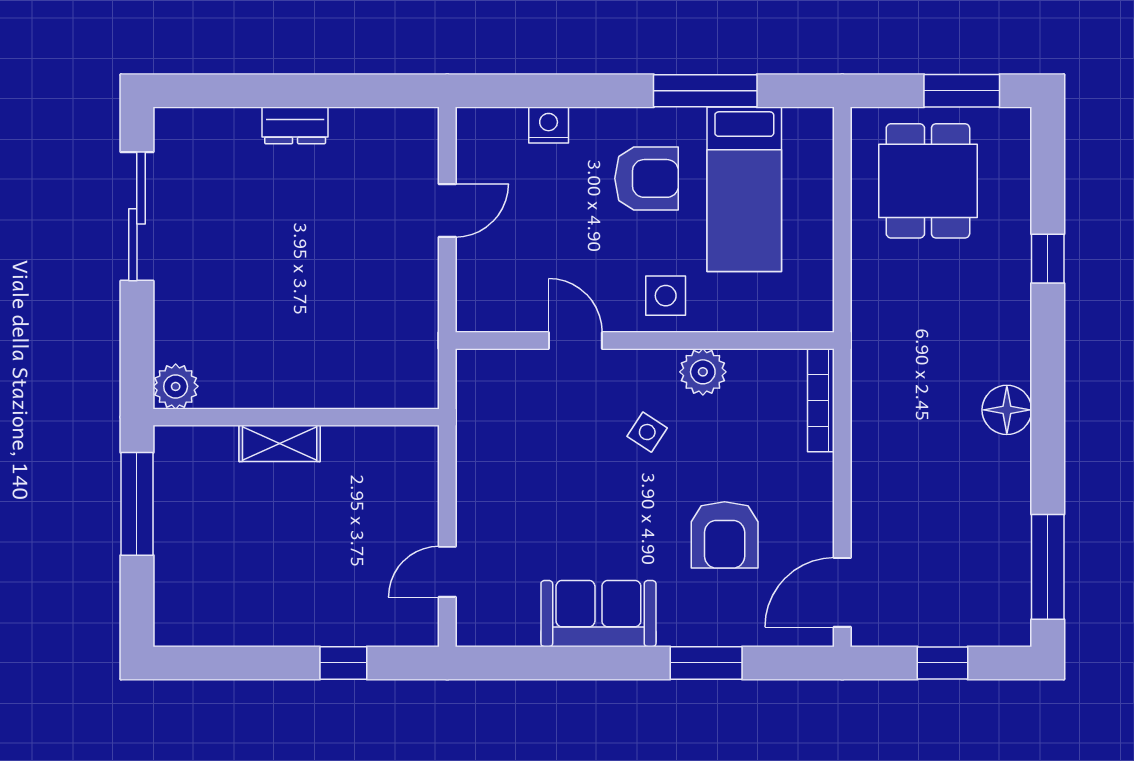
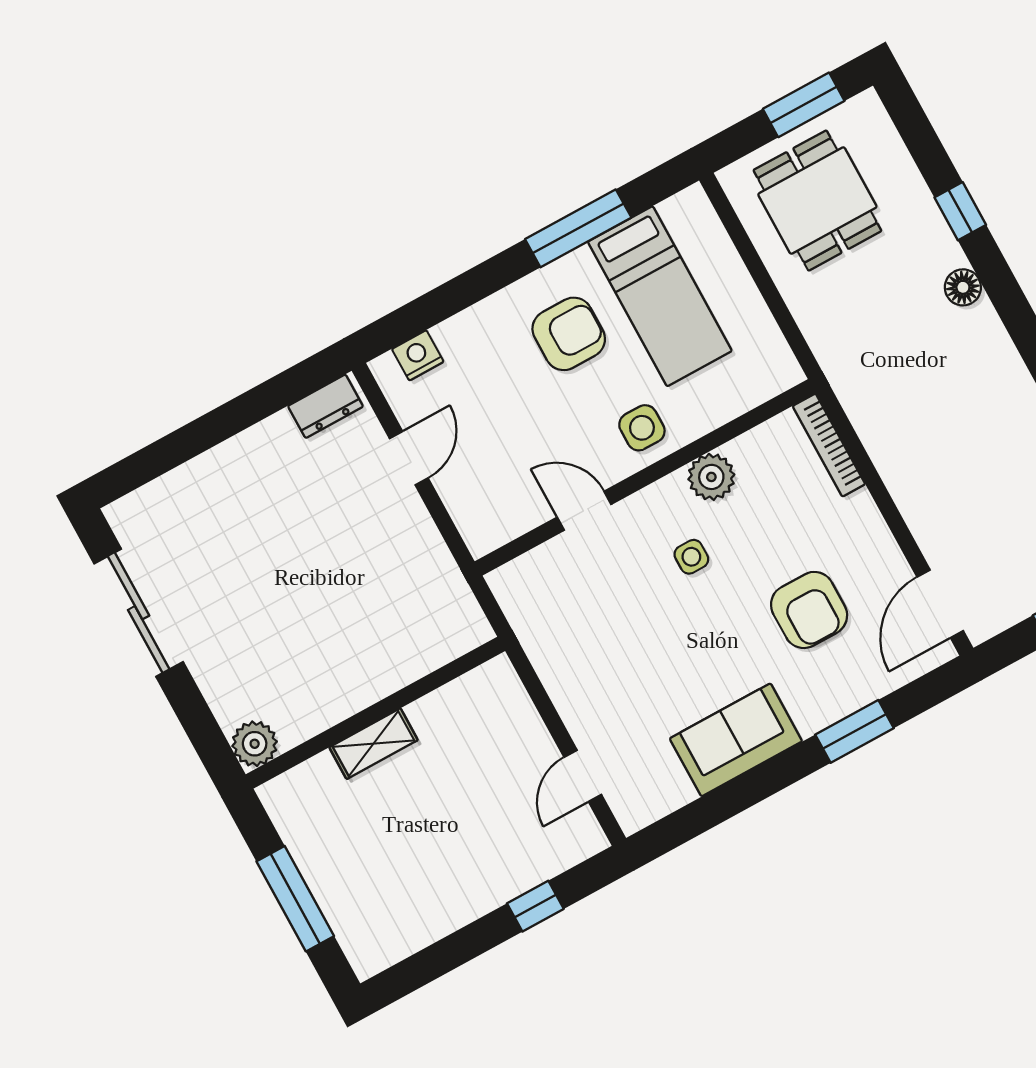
dresser: (295, 125) -> (325, 406), moved
nightstand: (549, 125) -> (418, 355), moved
floor lamp: (1007, 410) -> (963, 287), moved, width x0.73, depth x0.73
side table: (647, 432) -> (691, 557), turned -33
window: (137, 504) -> (295, 899), moved

